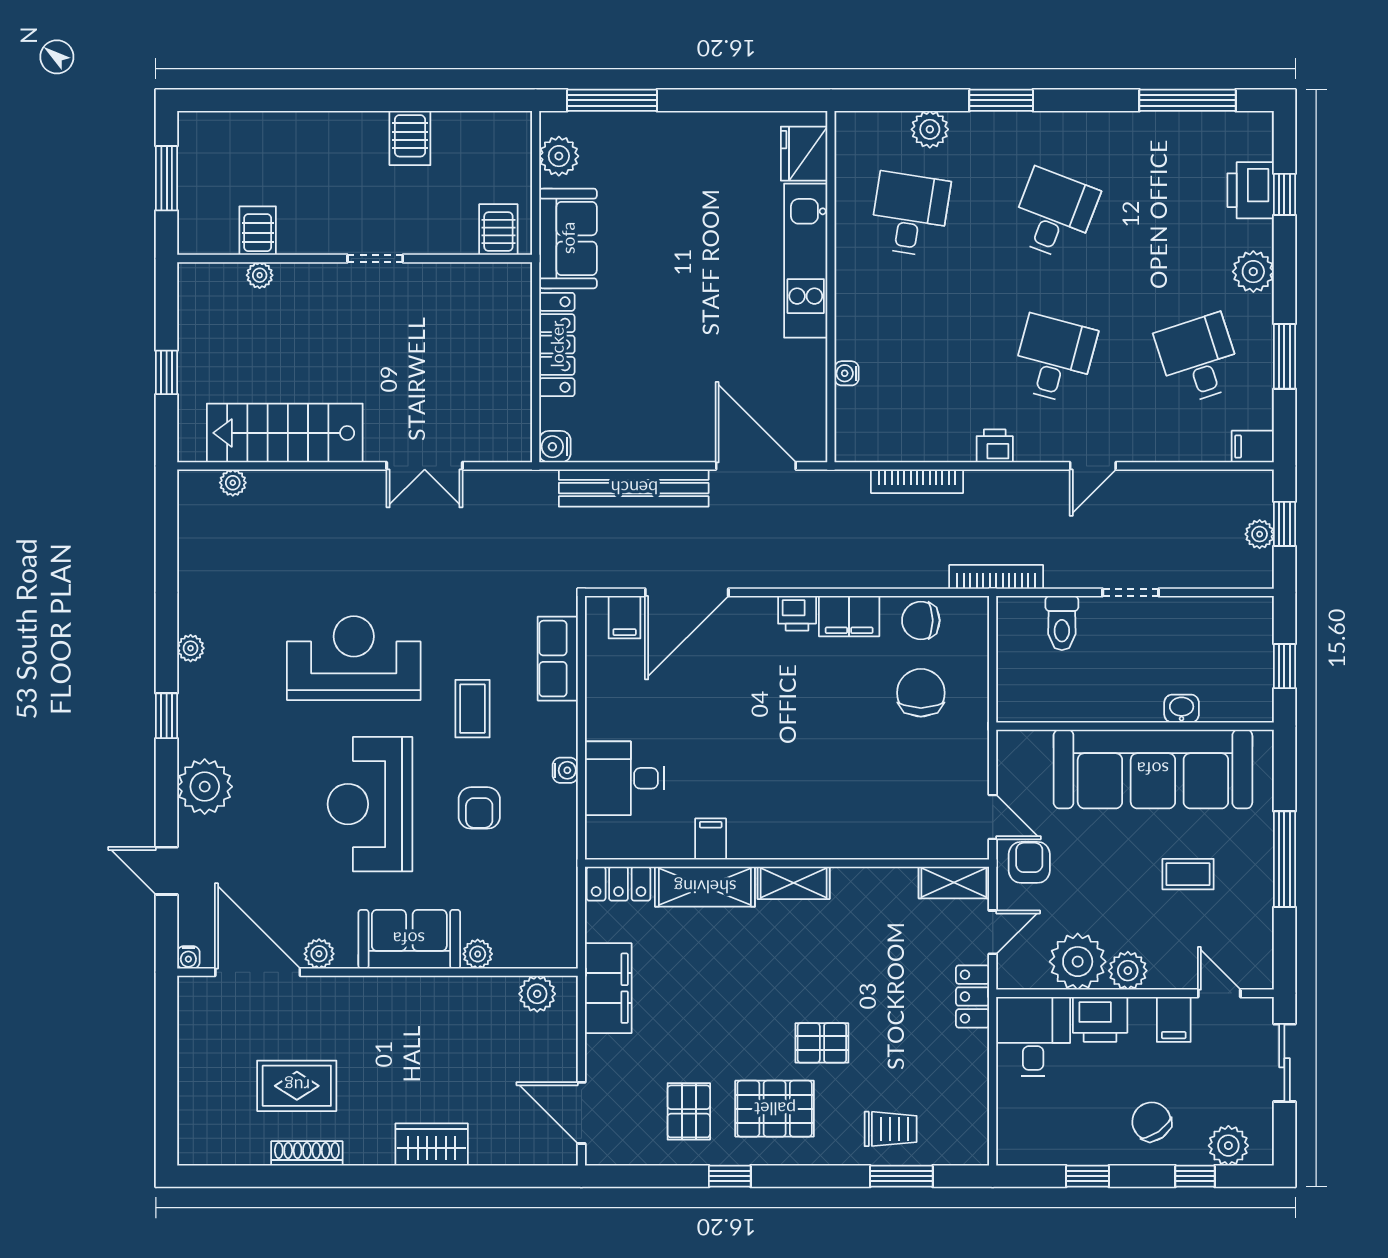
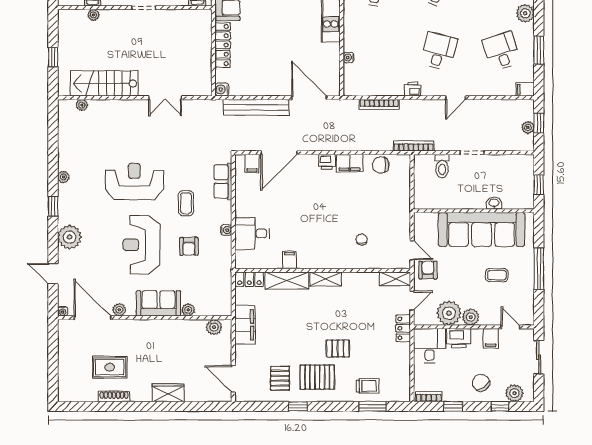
chair: (921, 693) -> (362, 240), moved, width x0.54, depth x0.54
bookcase: (1031, 1154) -> (429, 397), added

